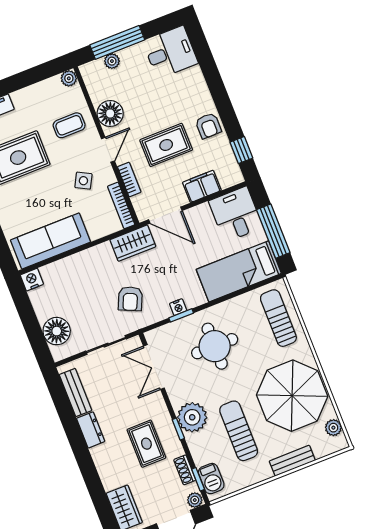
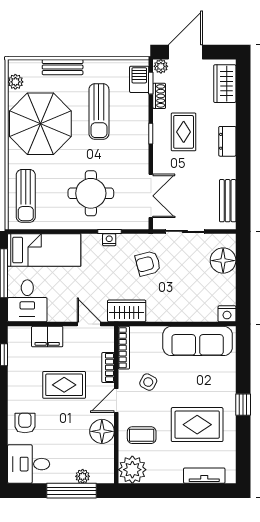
plant: (69, 78) -> (132, 470), width x1.88, depth x1.88
armchair: (208, 126) -> (25, 423), moved
door: (165, 215) -> (89, 324), width x0.73
armchair: (130, 299) -> (148, 263), turned -129
plant: (192, 417) -> (135, 139), removed
dresser: (91, 430) -> (227, 141), moved

